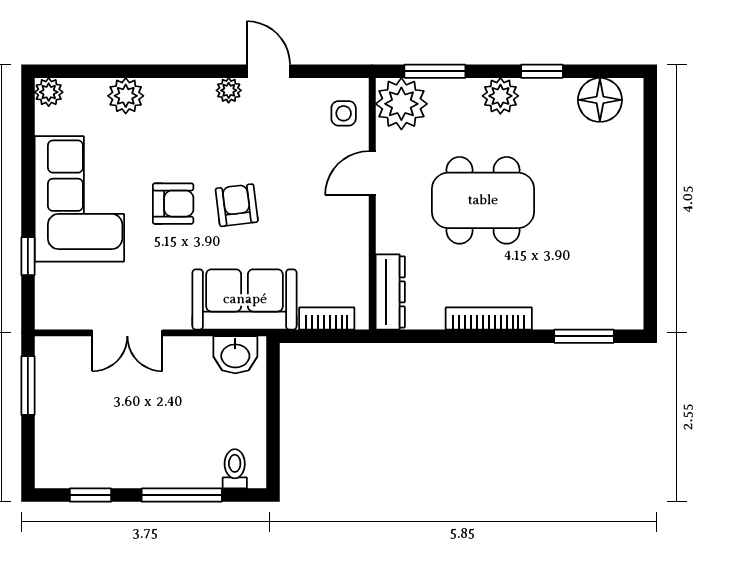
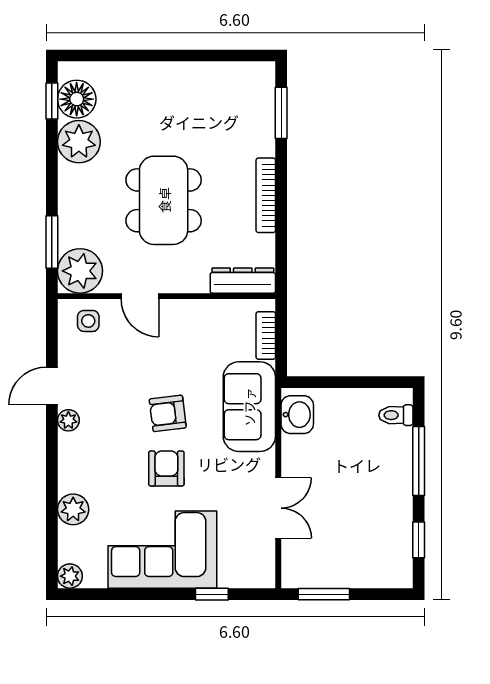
window: (542, 71) -> (52, 101), moved
plant: (500, 96) -> (79, 142), moved, width x1.36, depth x1.36

